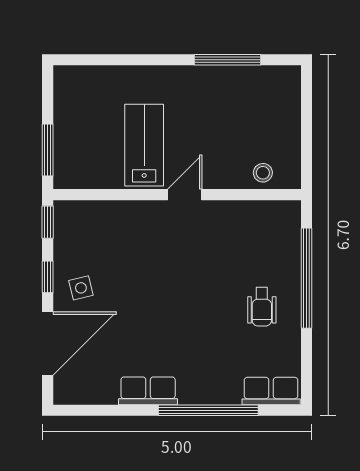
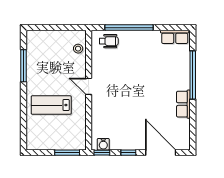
lab bench: (144, 145) -> (51, 105), moved
water cooler: (65, 225) -> (103, 144), added
side table: (81, 288) -> (134, 137), removed
wheelchair: (262, 307) -> (109, 41), moved
row of seats: (271, 391) -> (175, 37), moved, turned -90

